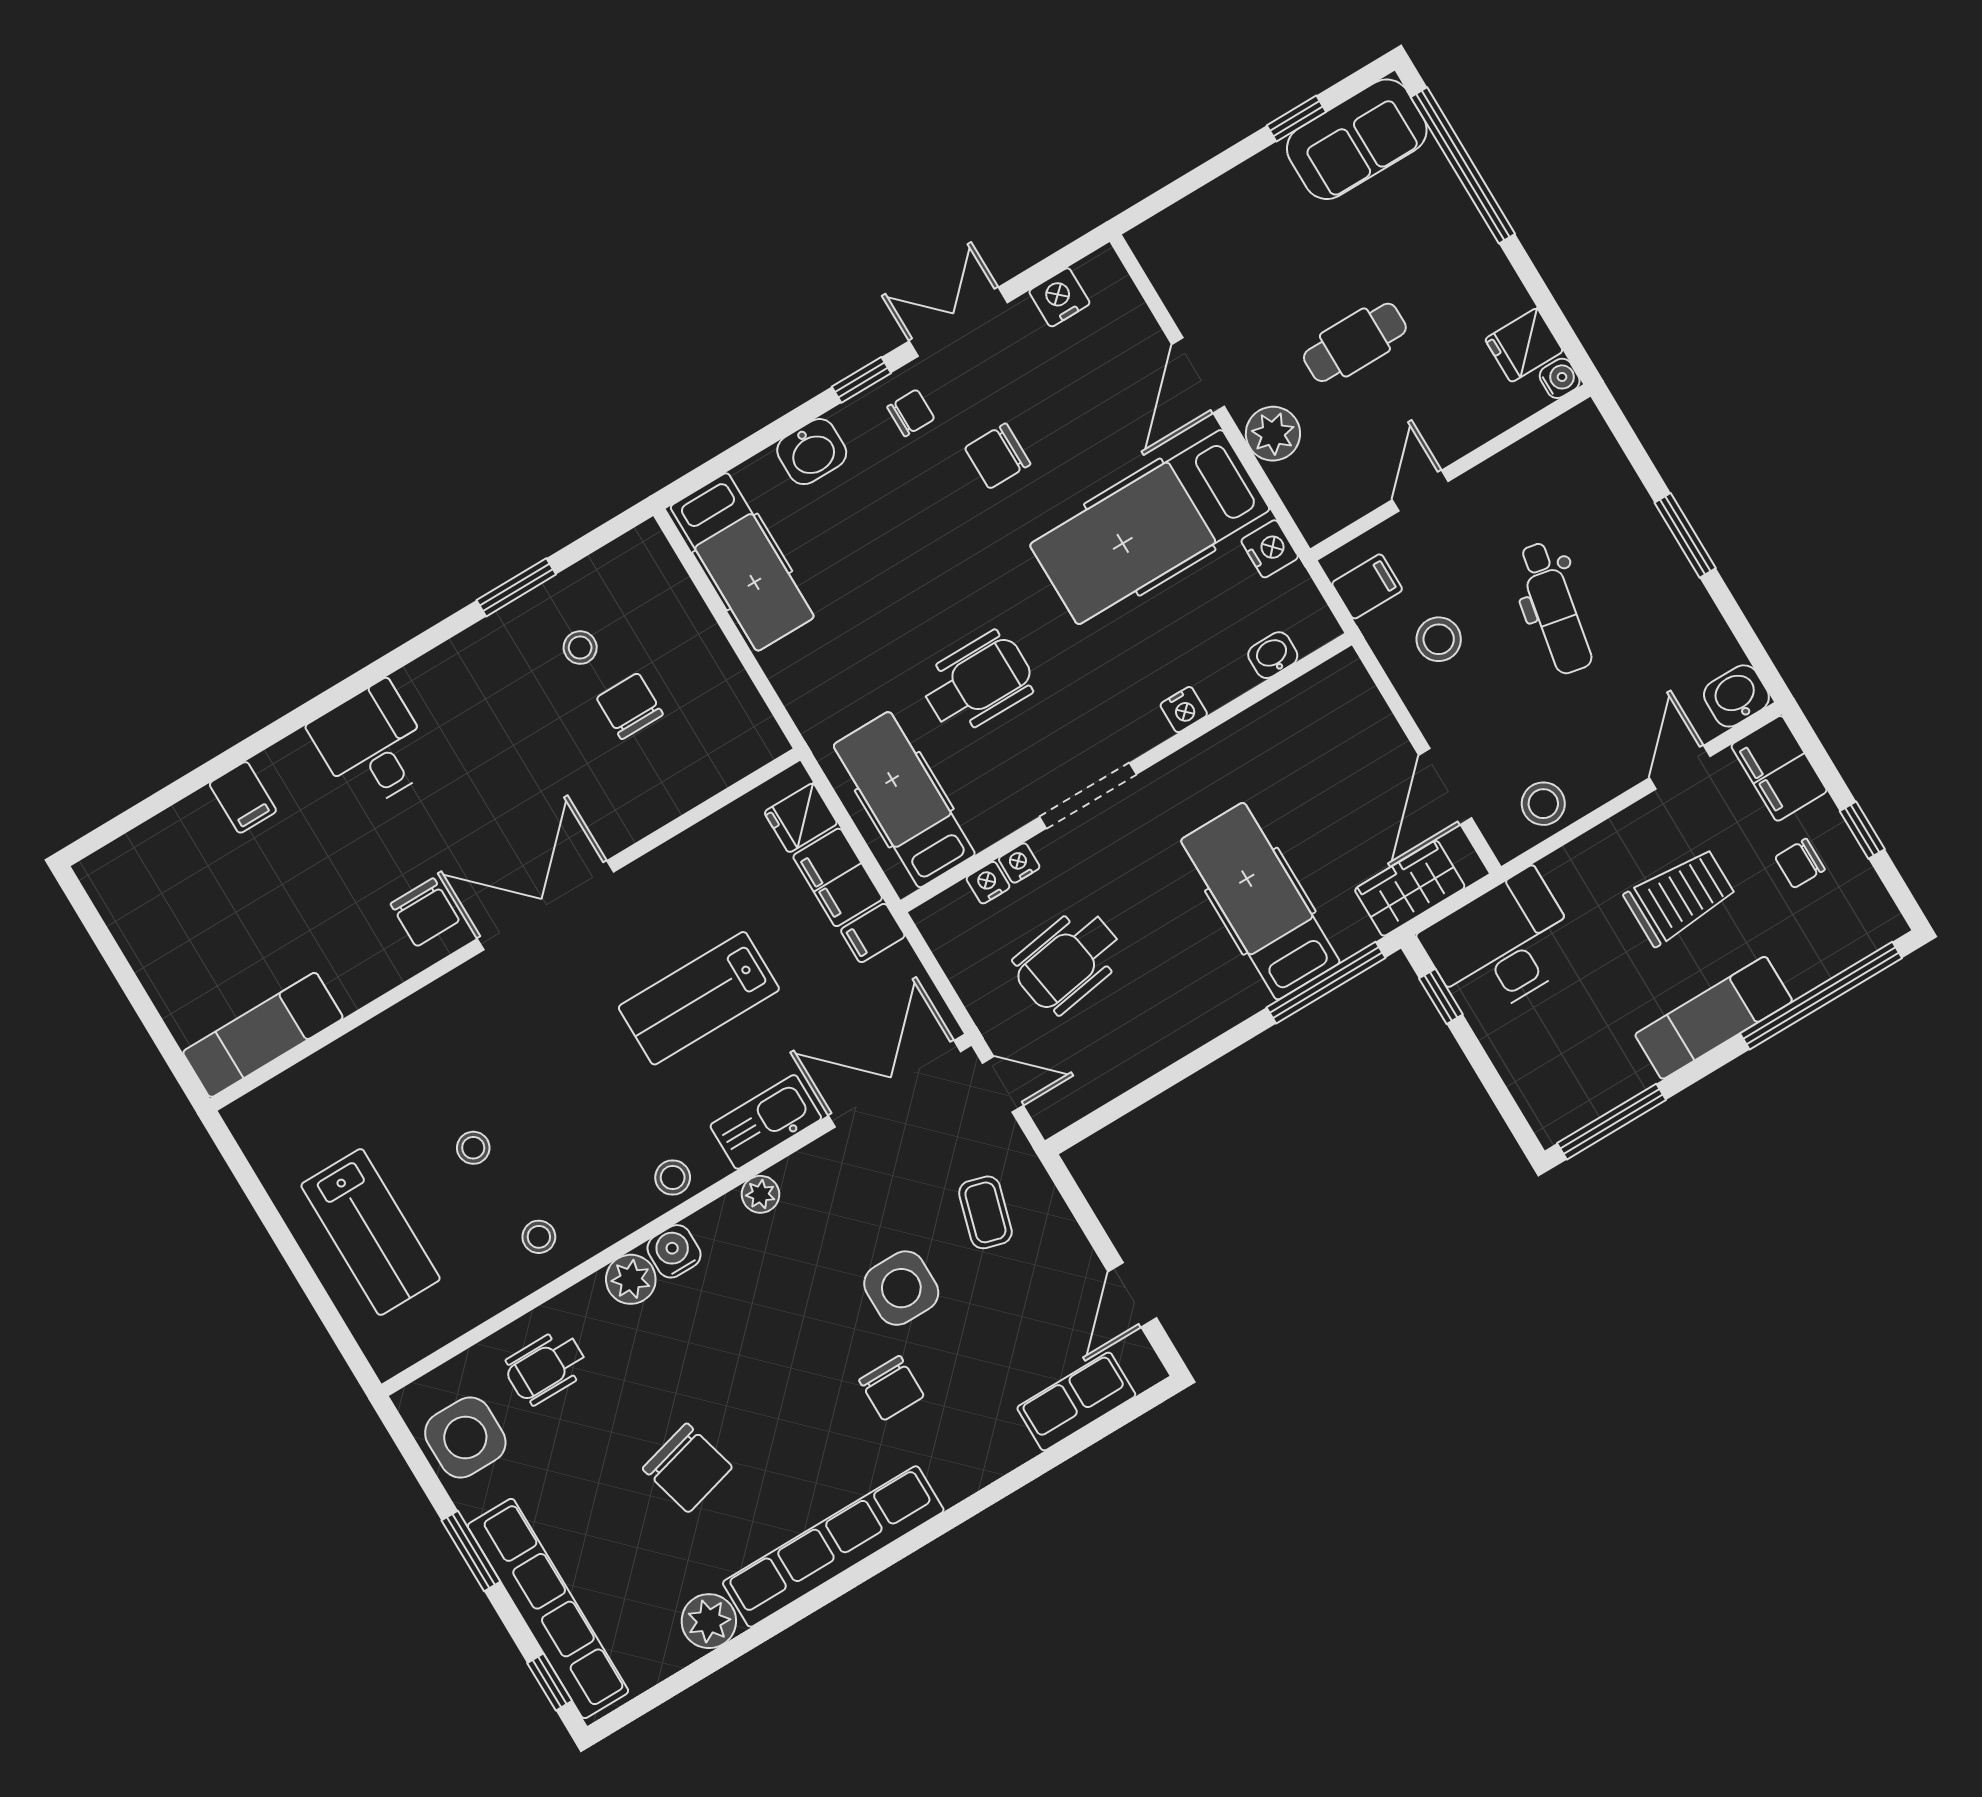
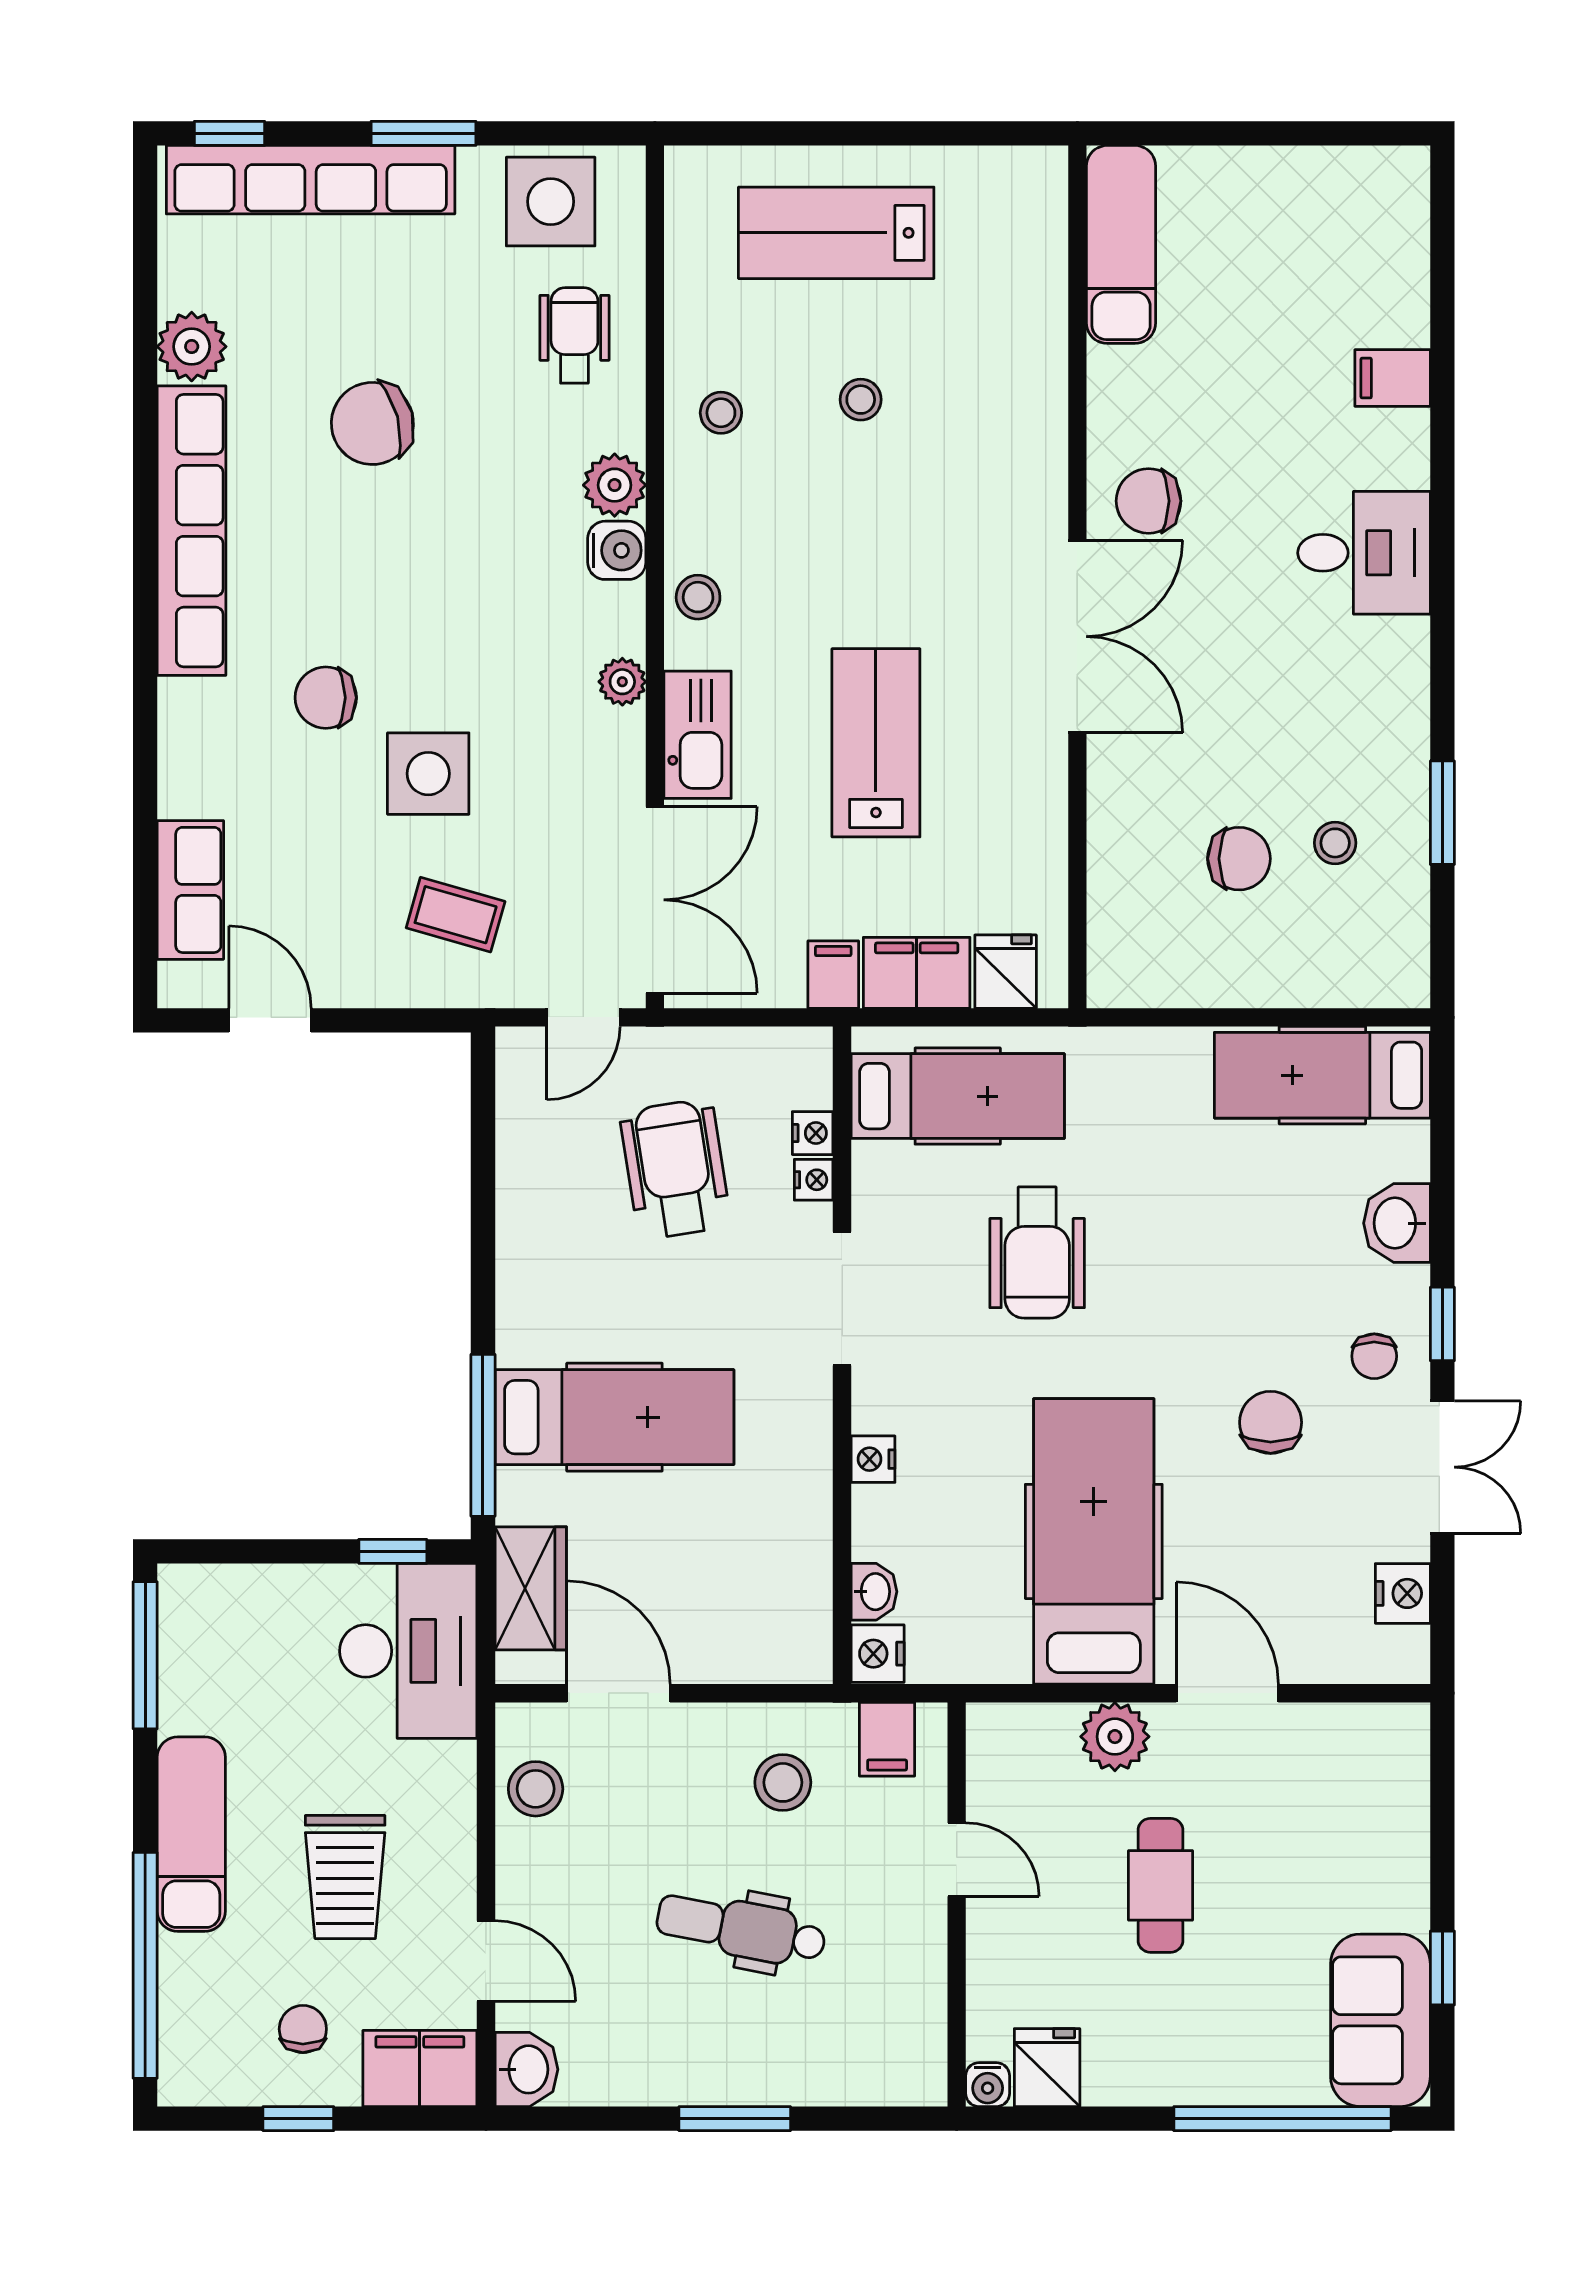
nightstand: (1270, 549) -> (878, 1654), moved, turned 90

